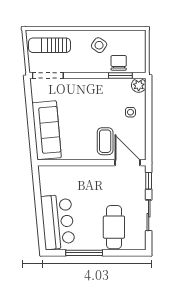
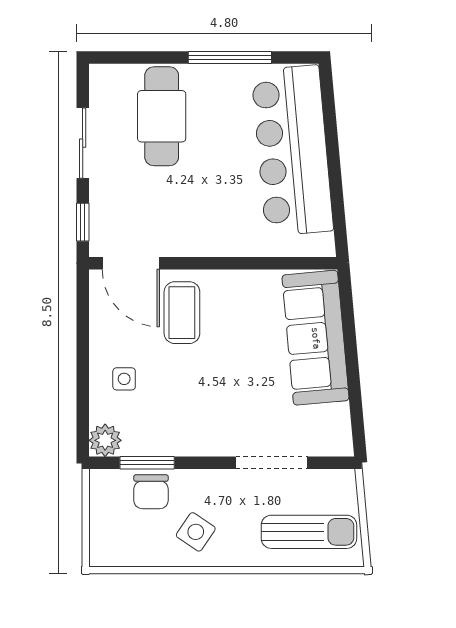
doorway: (48, 75) -> (272, 463), moved
bar counter: (58, 222) -> (292, 151), width x1.36

